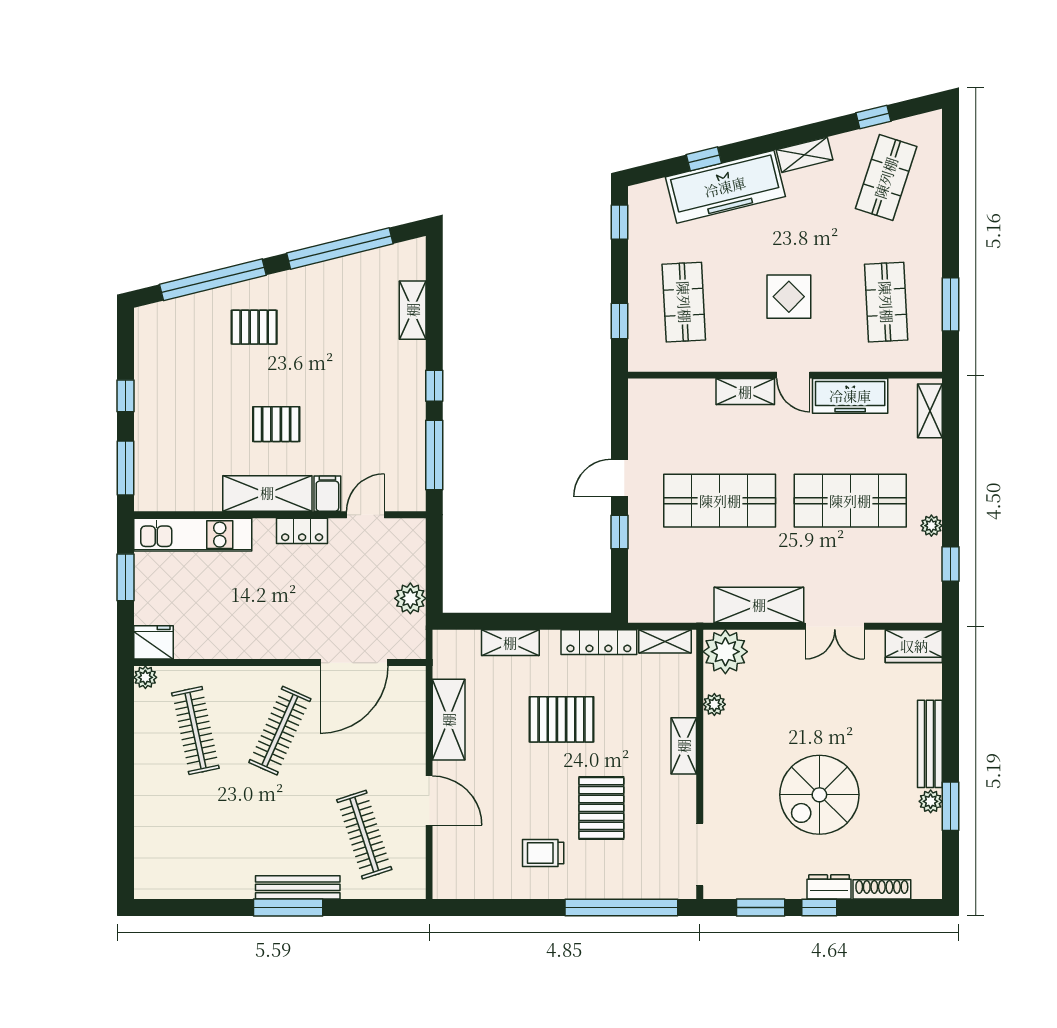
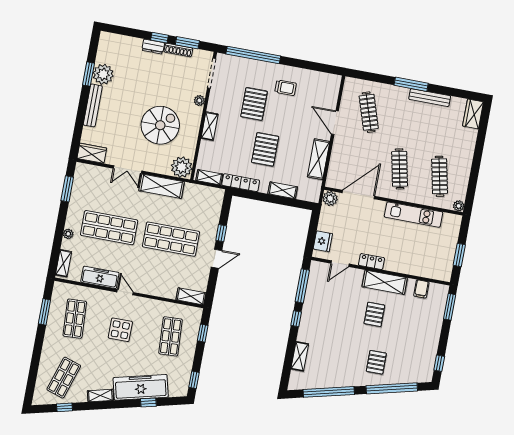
pallet: (254, 327) -> (376, 362), turned 90
shelving: (745, 392) -> (191, 296), moved
window: (126, 396) -> (439, 363), moved
pallet: (276, 424) -> (374, 314), turned 90
filing cabinet: (327, 494) -> (421, 289), moved
plant: (931, 526) -> (68, 234), moved
kitchen unit: (193, 535) -> (414, 215), moved, turned 180
window: (950, 564) -> (67, 189), width x1.50
plant: (410, 598) -> (330, 199), moved
double door: (835, 626) -> (128, 170), swing flipped
fridge: (153, 642) -> (323, 241), moved, turned -90
plant: (714, 704) -> (199, 101), moved
pallet: (562, 719) -> (265, 149), turned 90
clothes rail: (280, 731) -> (400, 169), turned -36
spiral stairs: (819, 795) -> (160, 125), moved
plant: (931, 801) -> (103, 74), width x1.87, depth x1.87
wardrobe: (151, 870) -> (473, 114), added
bench: (298, 887) -> (430, 98), moved
shoe rack: (882, 889) -> (178, 50), moved

